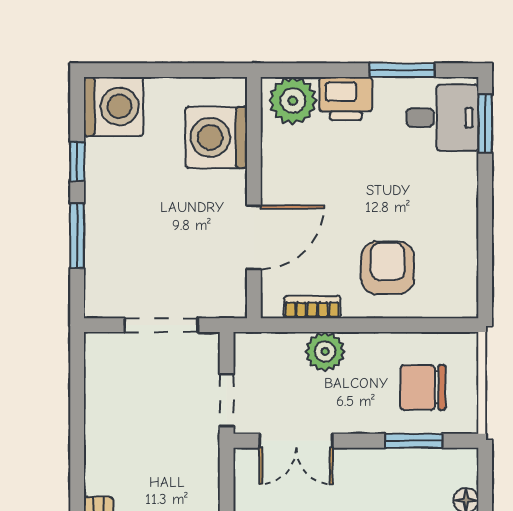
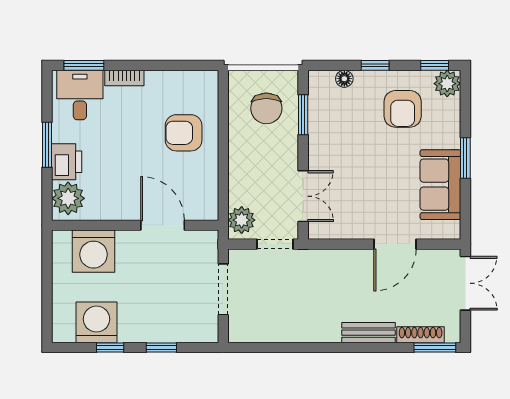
window: (402, 70) -> (47, 145), moved
washing machine: (113, 107) -> (97, 322), moved
window: (77, 236) -> (161, 347), width x0.67
bookcase: (312, 307) -> (124, 78), moved, turned -90
plant: (325, 352) -> (242, 220), moved

